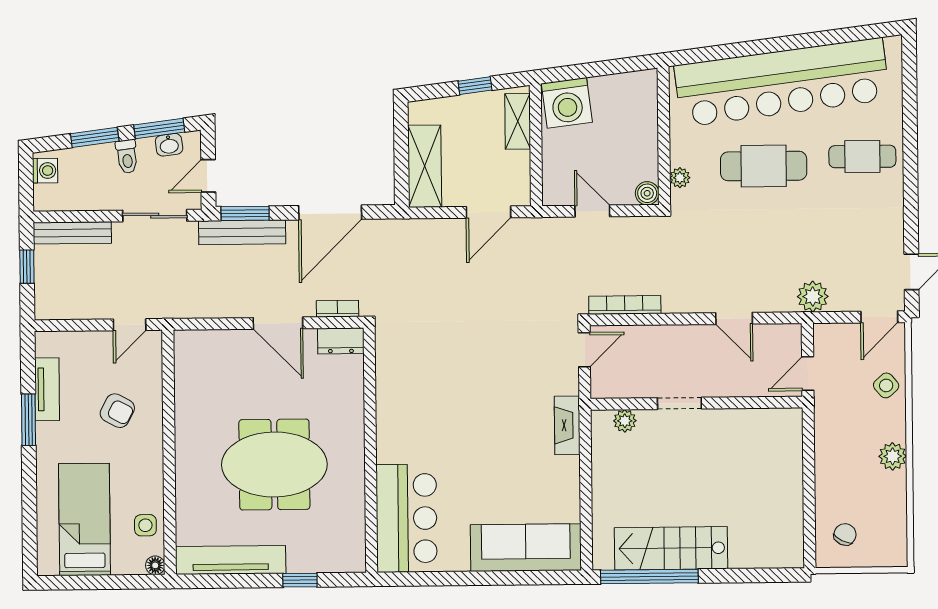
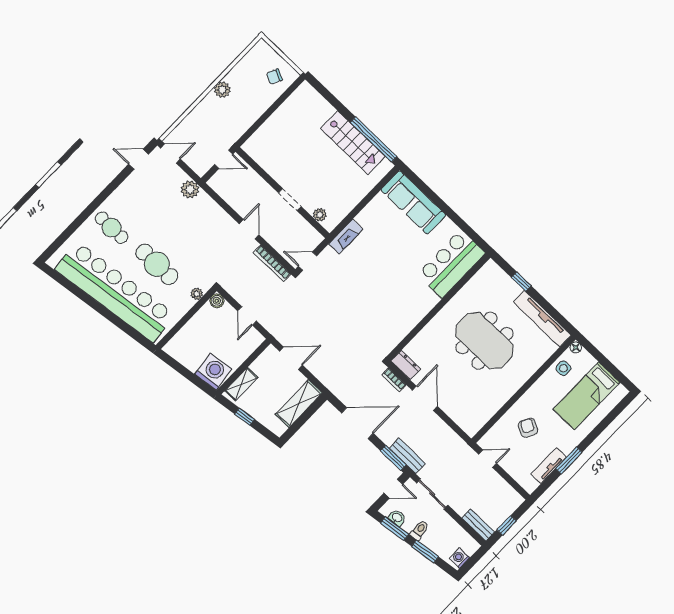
bench: (242, 232) -> (407, 456), width x0.73
bench: (72, 233) -> (478, 525), width x0.73
door: (734, 318) -> (249, 229), moved
side table: (886, 385) -> (196, 122), removed

